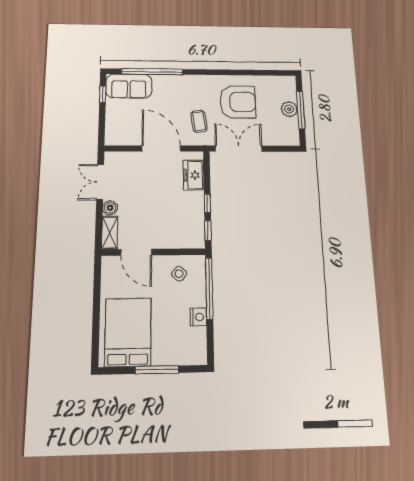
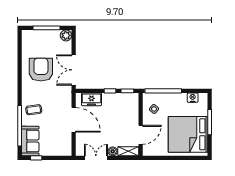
plant: (289, 109) -> (66, 35), moved
coffee table: (199, 121) -> (34, 110), moved
door: (161, 148) -> (74, 120), swing flipped
double door: (100, 182) -> (96, 158), swing flipped
nightstand: (198, 317) -> (193, 98), moved
bed: (128, 332) -> (188, 134), width x1.36

